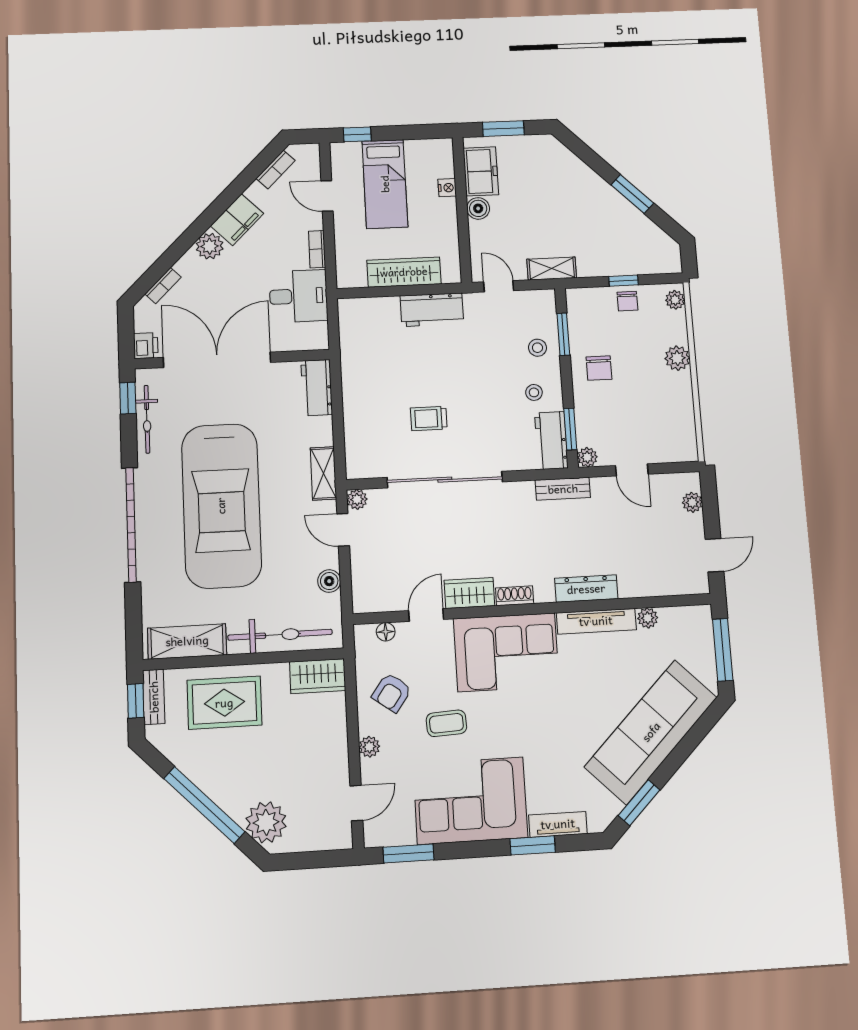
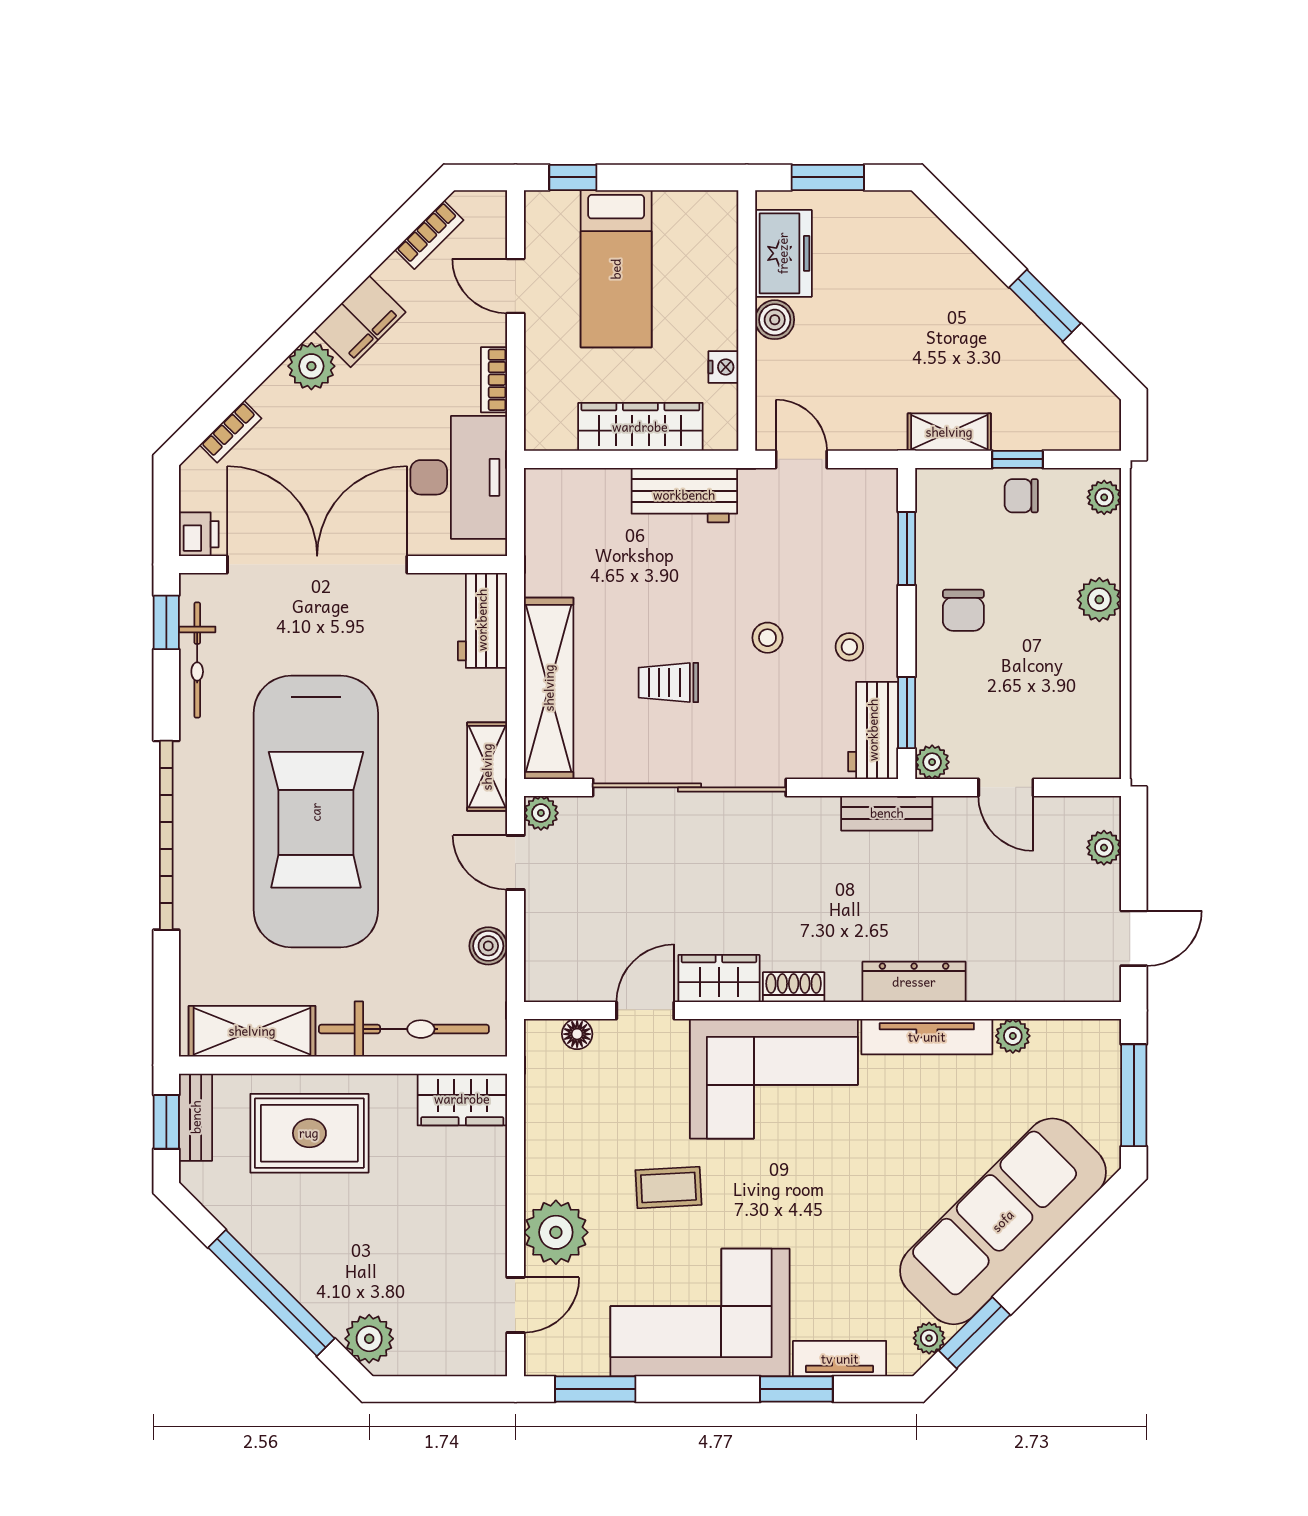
nightstand: (447, 188) -> (723, 367), moved
shelving: (552, 268) -> (949, 432), moved
desk: (298, 296) -> (459, 477), width x1.37
chair: (627, 301) -> (1021, 496), turned 90
stool: (537, 348) -> (767, 638), moved
shelving: (358, 425) -> (549, 688), added
armchair: (392, 693) -> (582, 1133), removed
plant: (369, 747) -> (556, 1232), width x1.87, depth x1.87
plant: (612, 808) -> (929, 1338), added
plant: (266, 822) -> (369, 1339), width x0.73, depth x0.73

